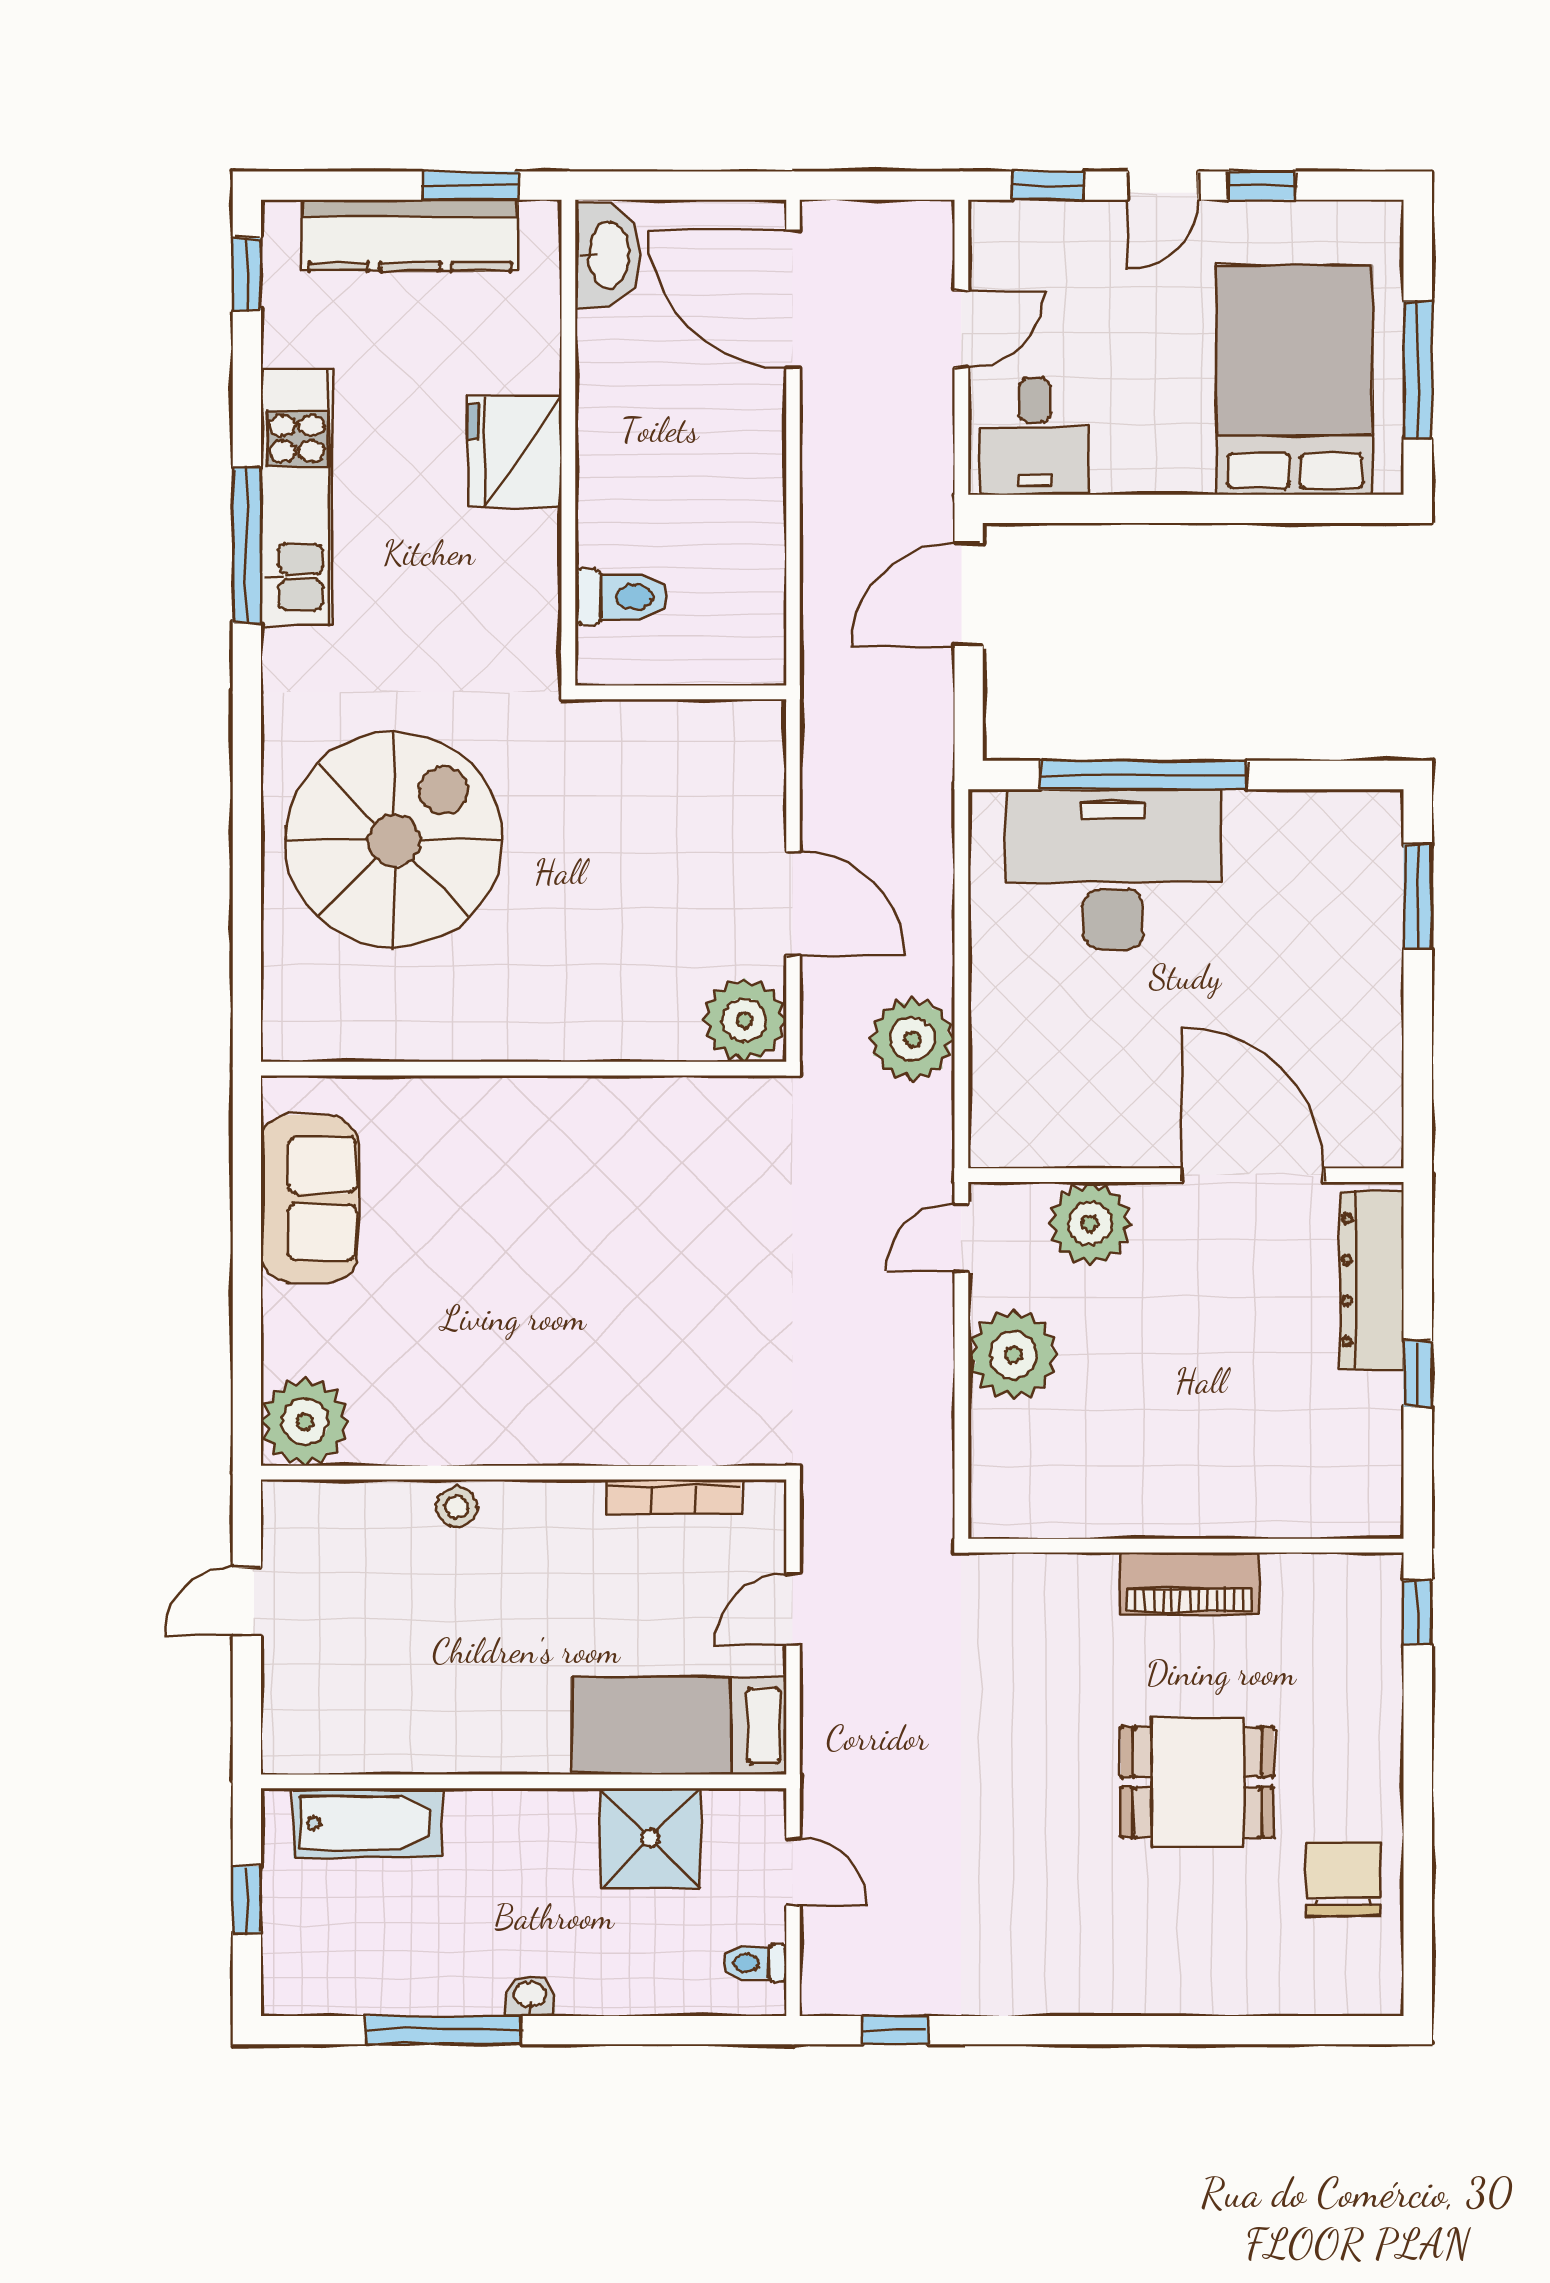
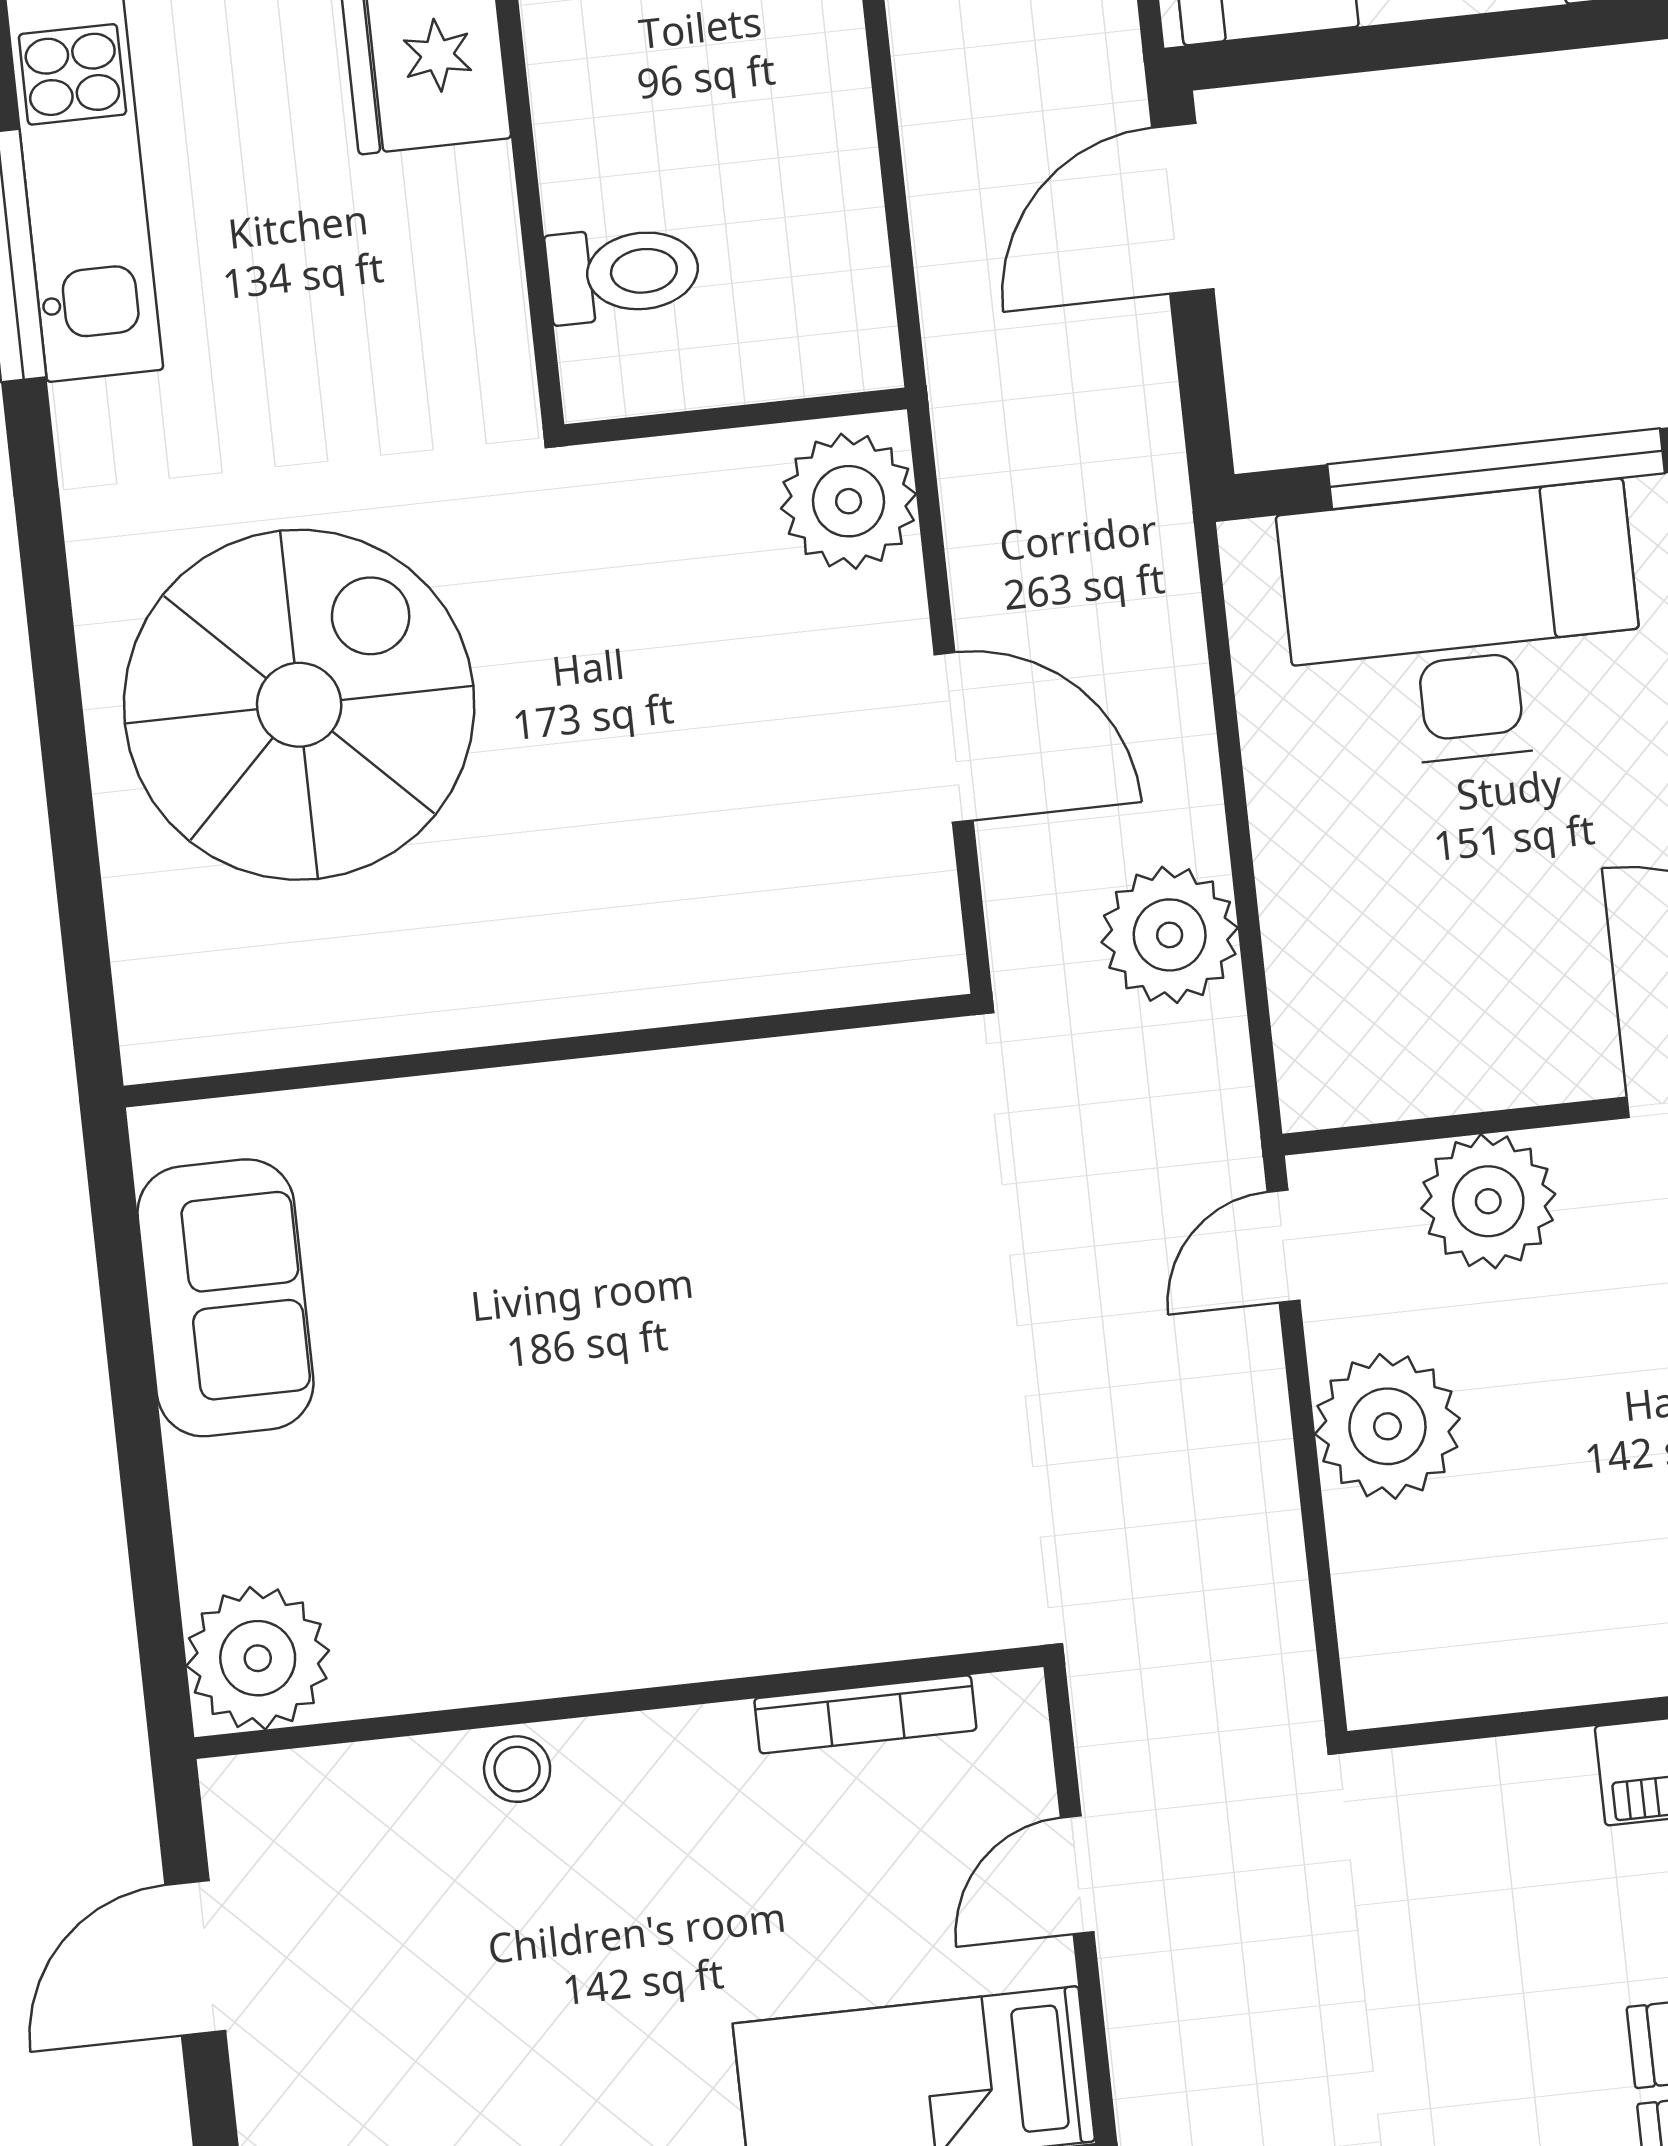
plant: (744, 1020) -> (849, 501), moved
door: (247, 1601) -> (195, 1958), width x1.38

